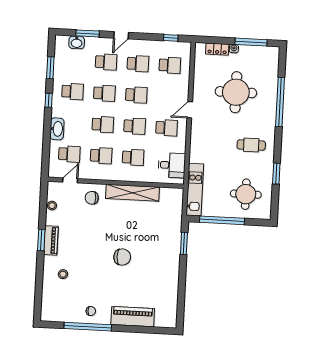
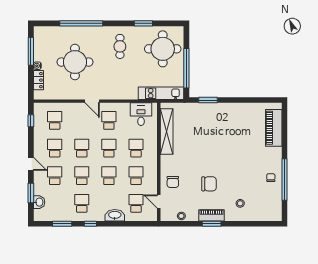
shelving: (133, 193) -> (167, 131), moved
round table: (246, 194) -> (163, 49), width x1.36, depth x1.36
chair: (122, 257) -> (209, 184), moved, turned 90
piano: (133, 317) -> (274, 128), moved

